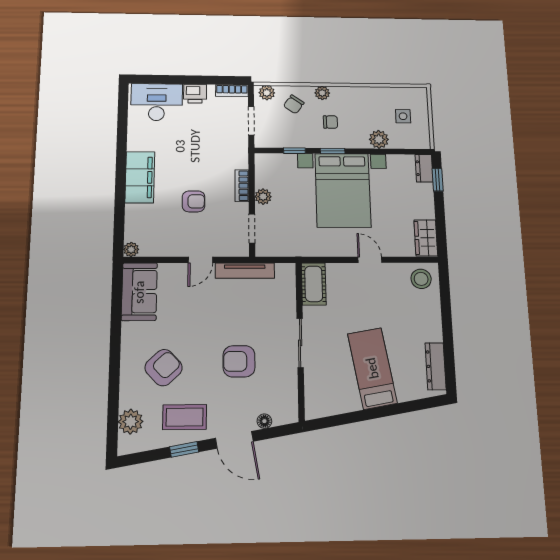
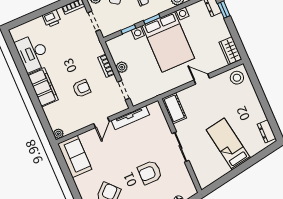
desk: (157, 102) -> (33, 53), moved, turned -90
dresser: (436, 366) -> (267, 131), width x0.70

